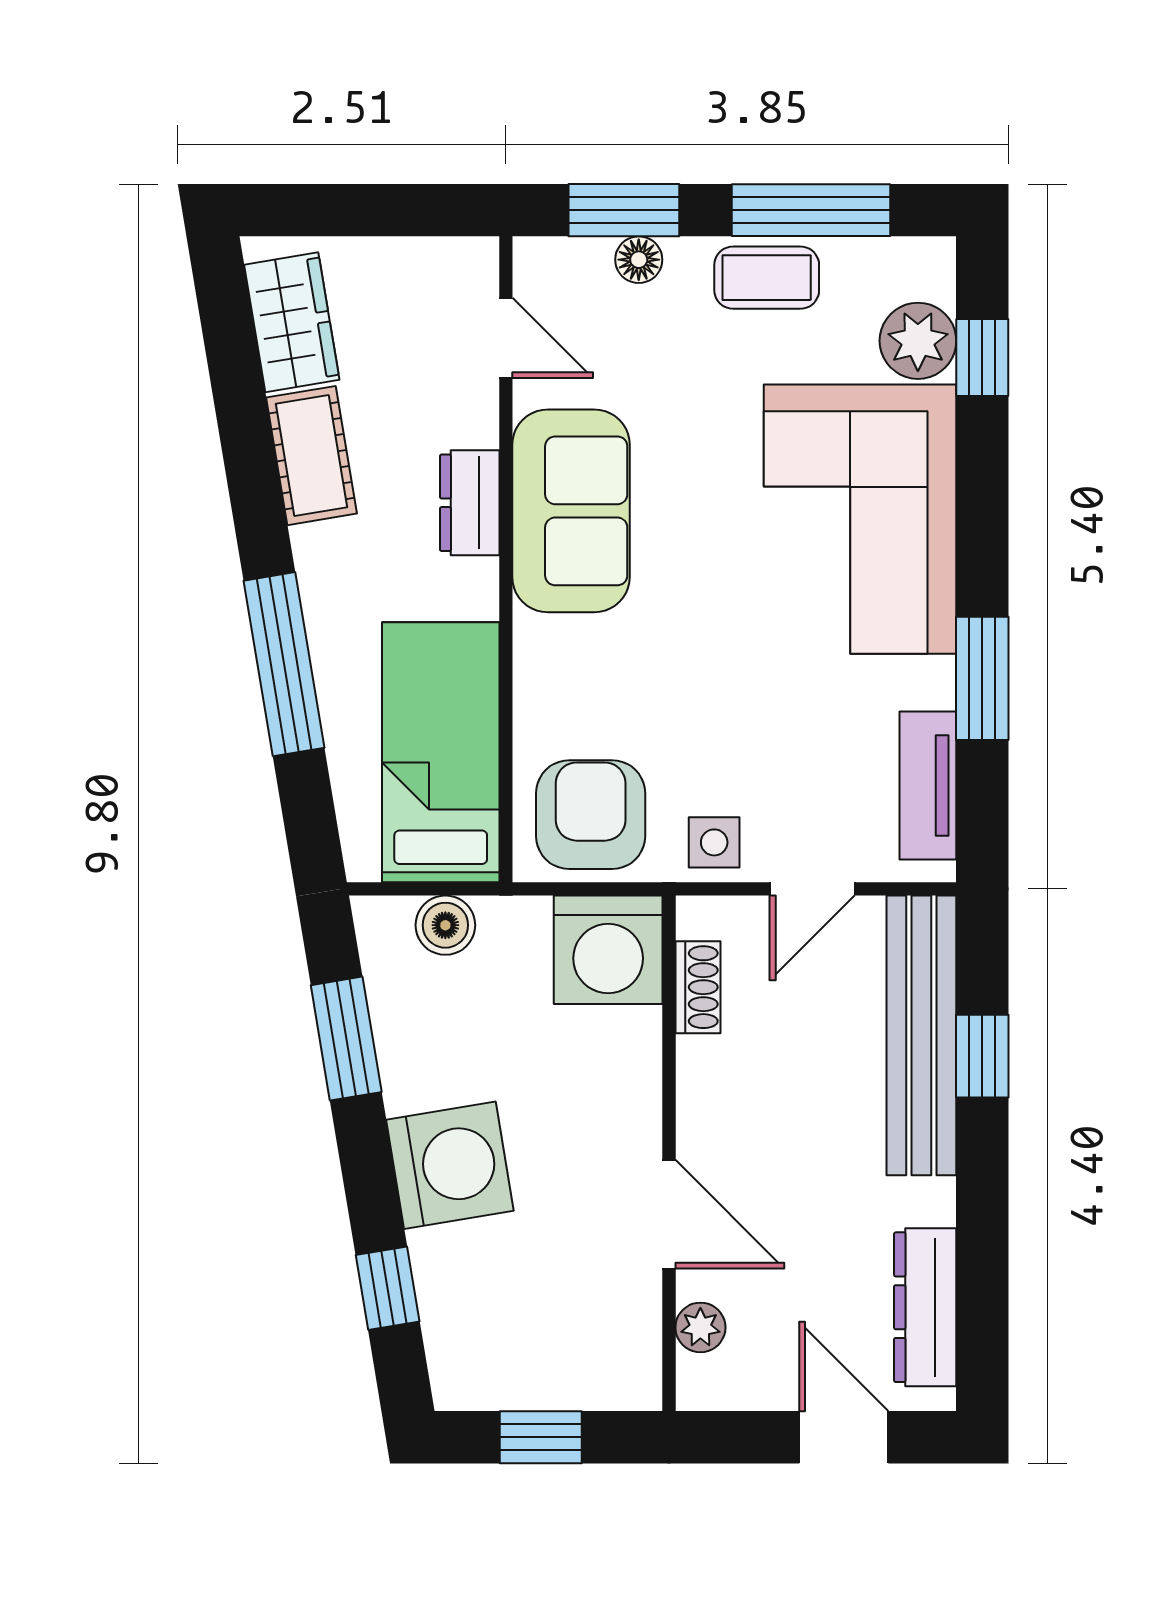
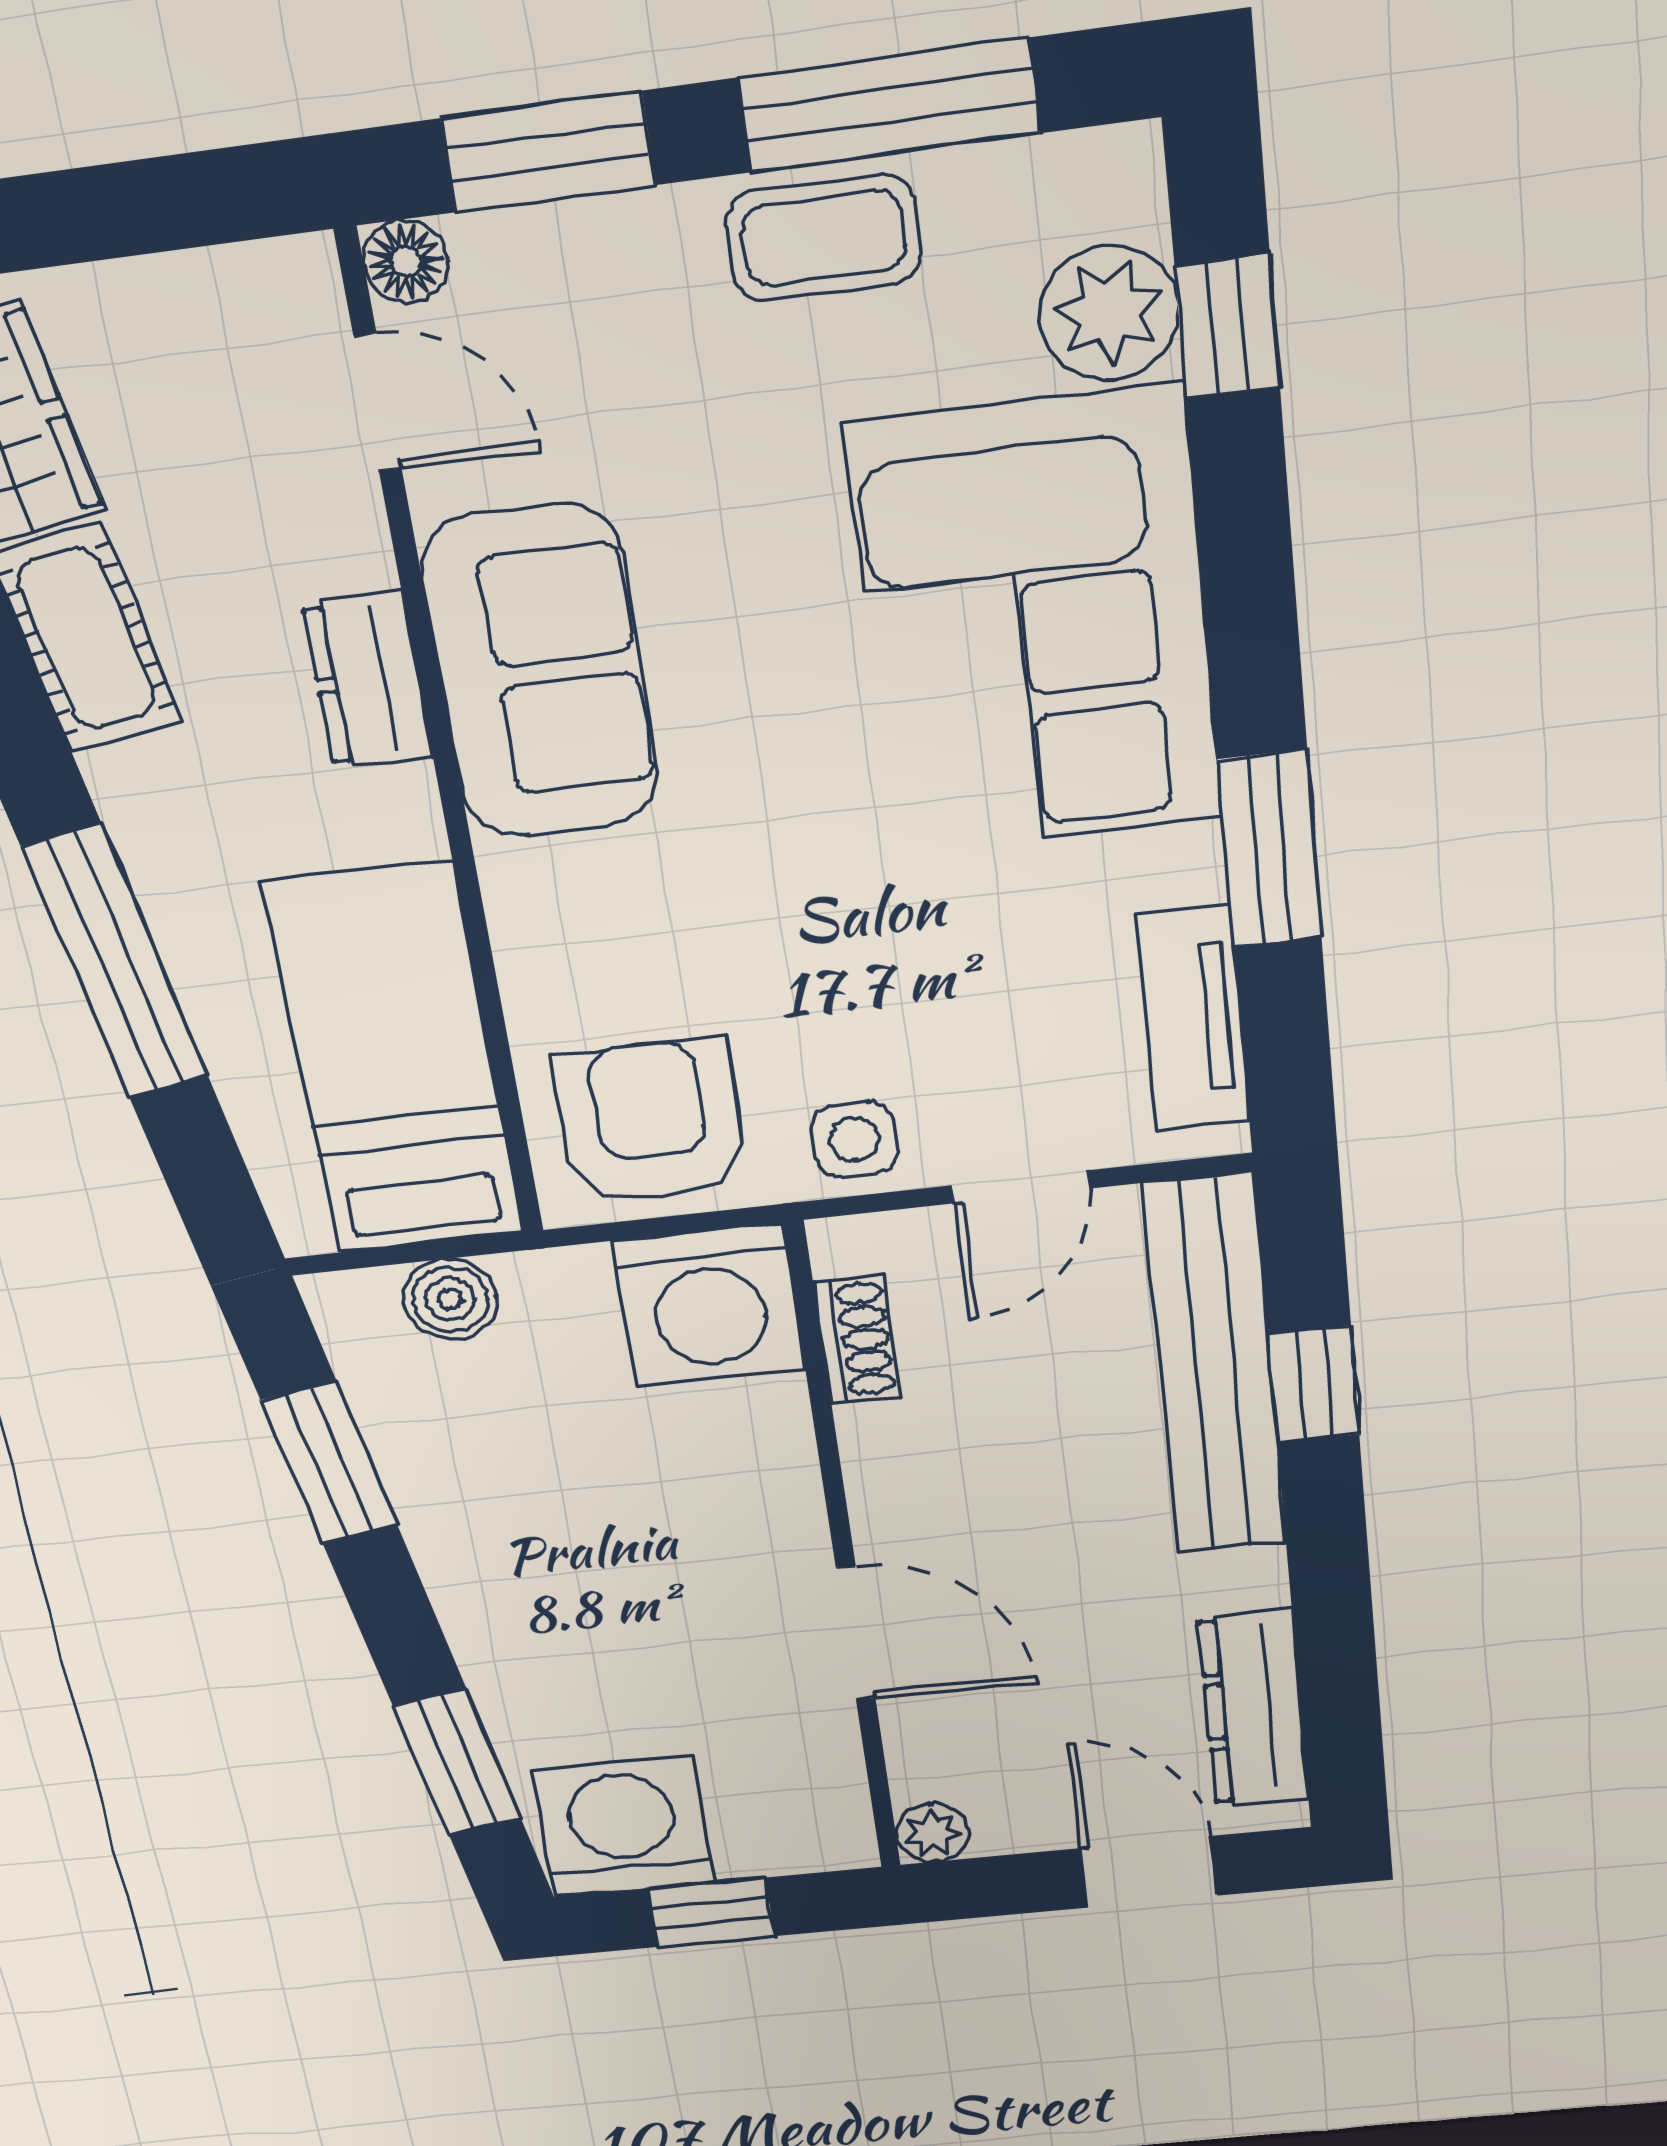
floor lamp: (639, 260) -> (406, 261), moved
washing machine: (450, 1165) -> (623, 1826), moved, turned -81
window: (388, 1288) -> (457, 1762), width x1.50
plant: (700, 1327) -> (932, 1833), moved

